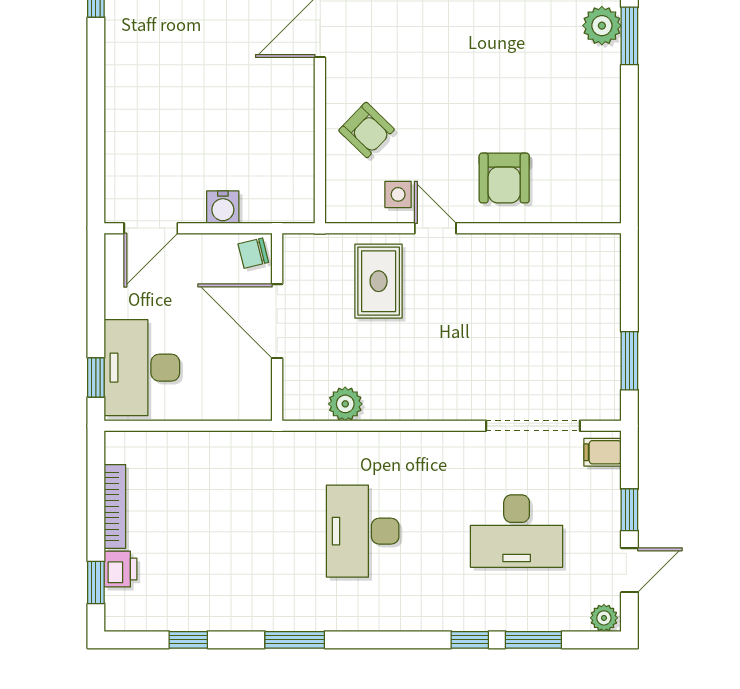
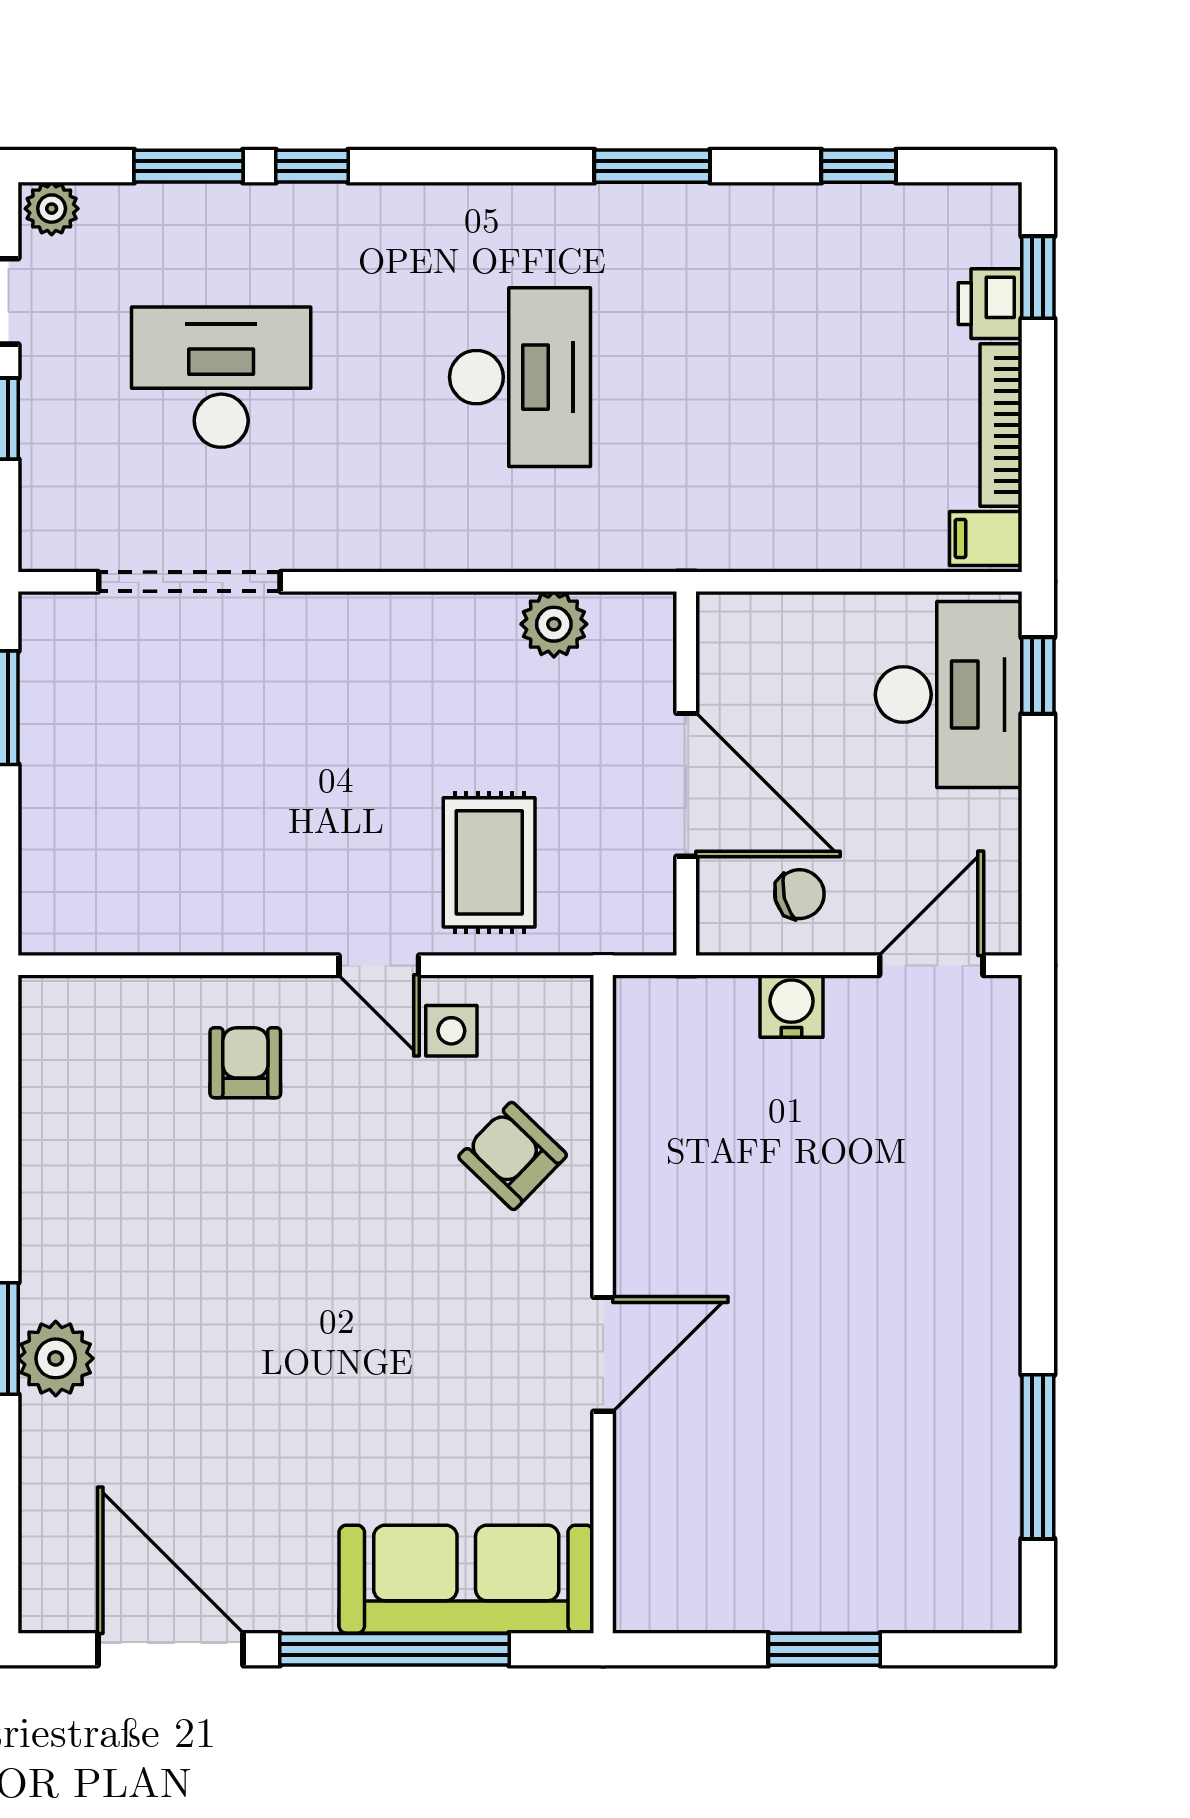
armchair: (504, 178) -> (245, 1063), width x0.72, depth x0.72
chair: (253, 253) -> (799, 894), moved
filing cabinet: (603, 452) -> (986, 538), moved, turned 180

